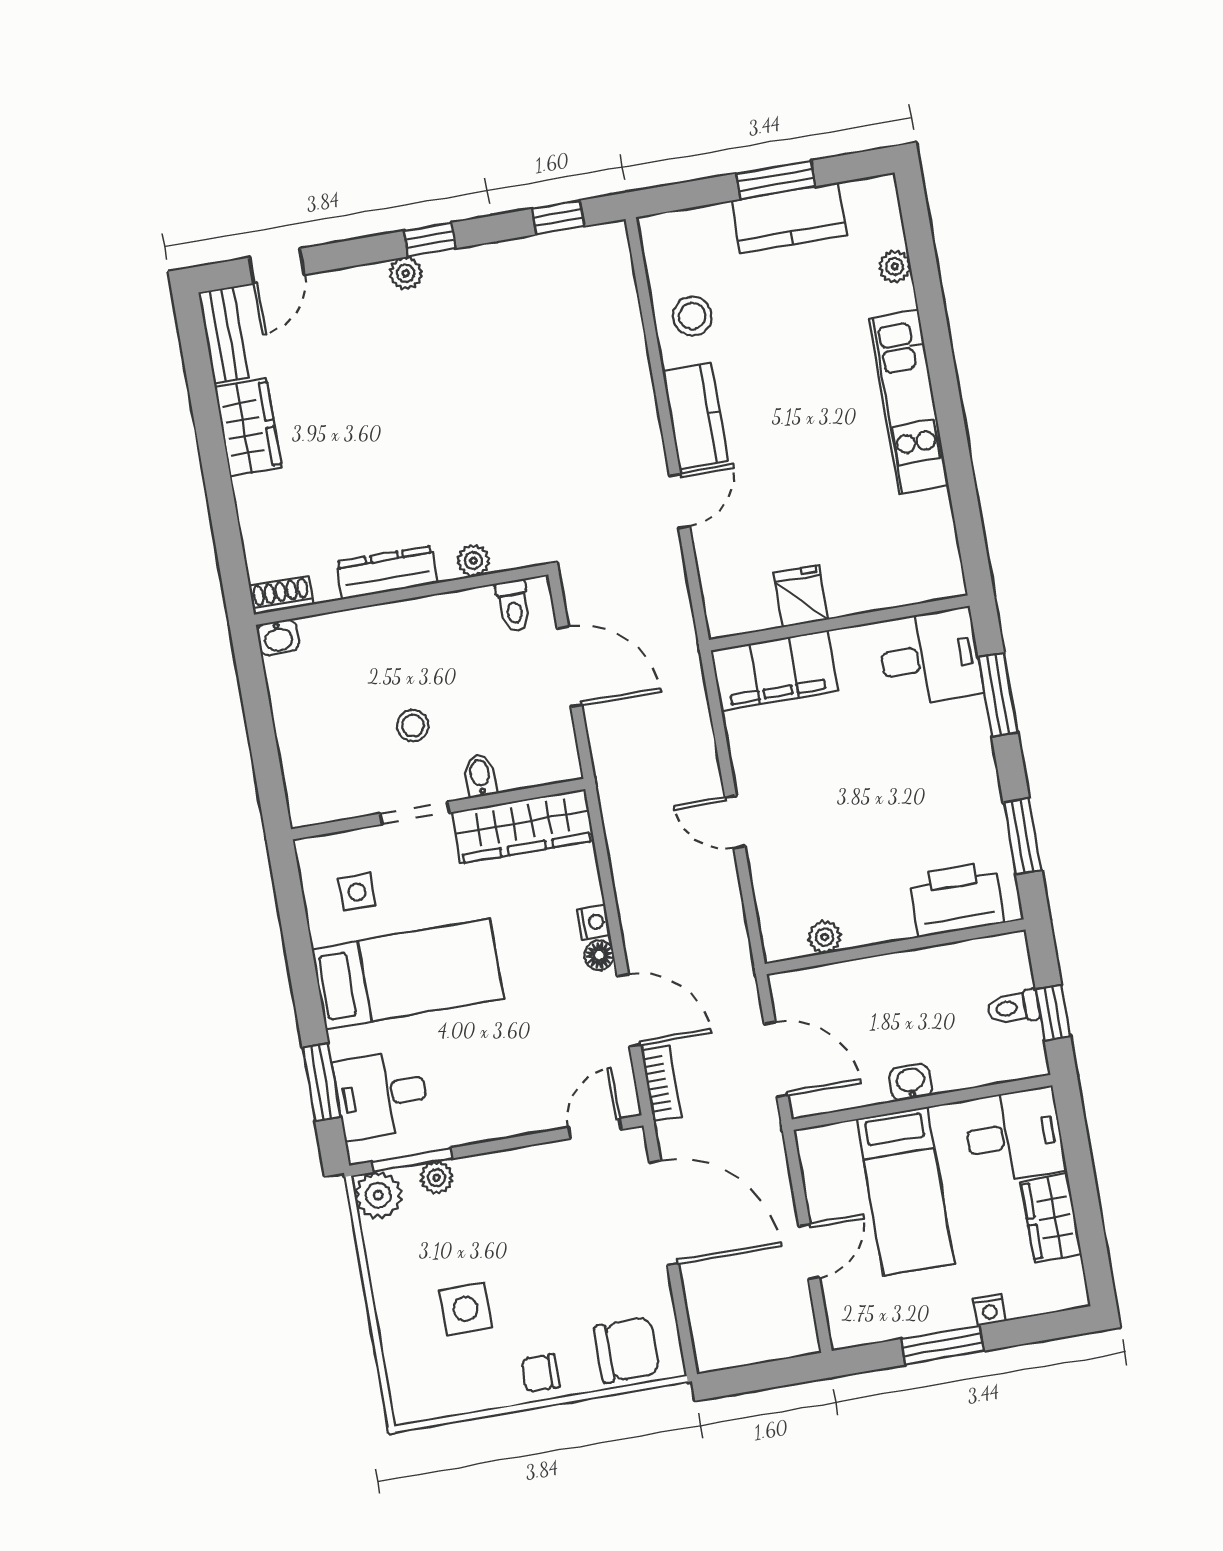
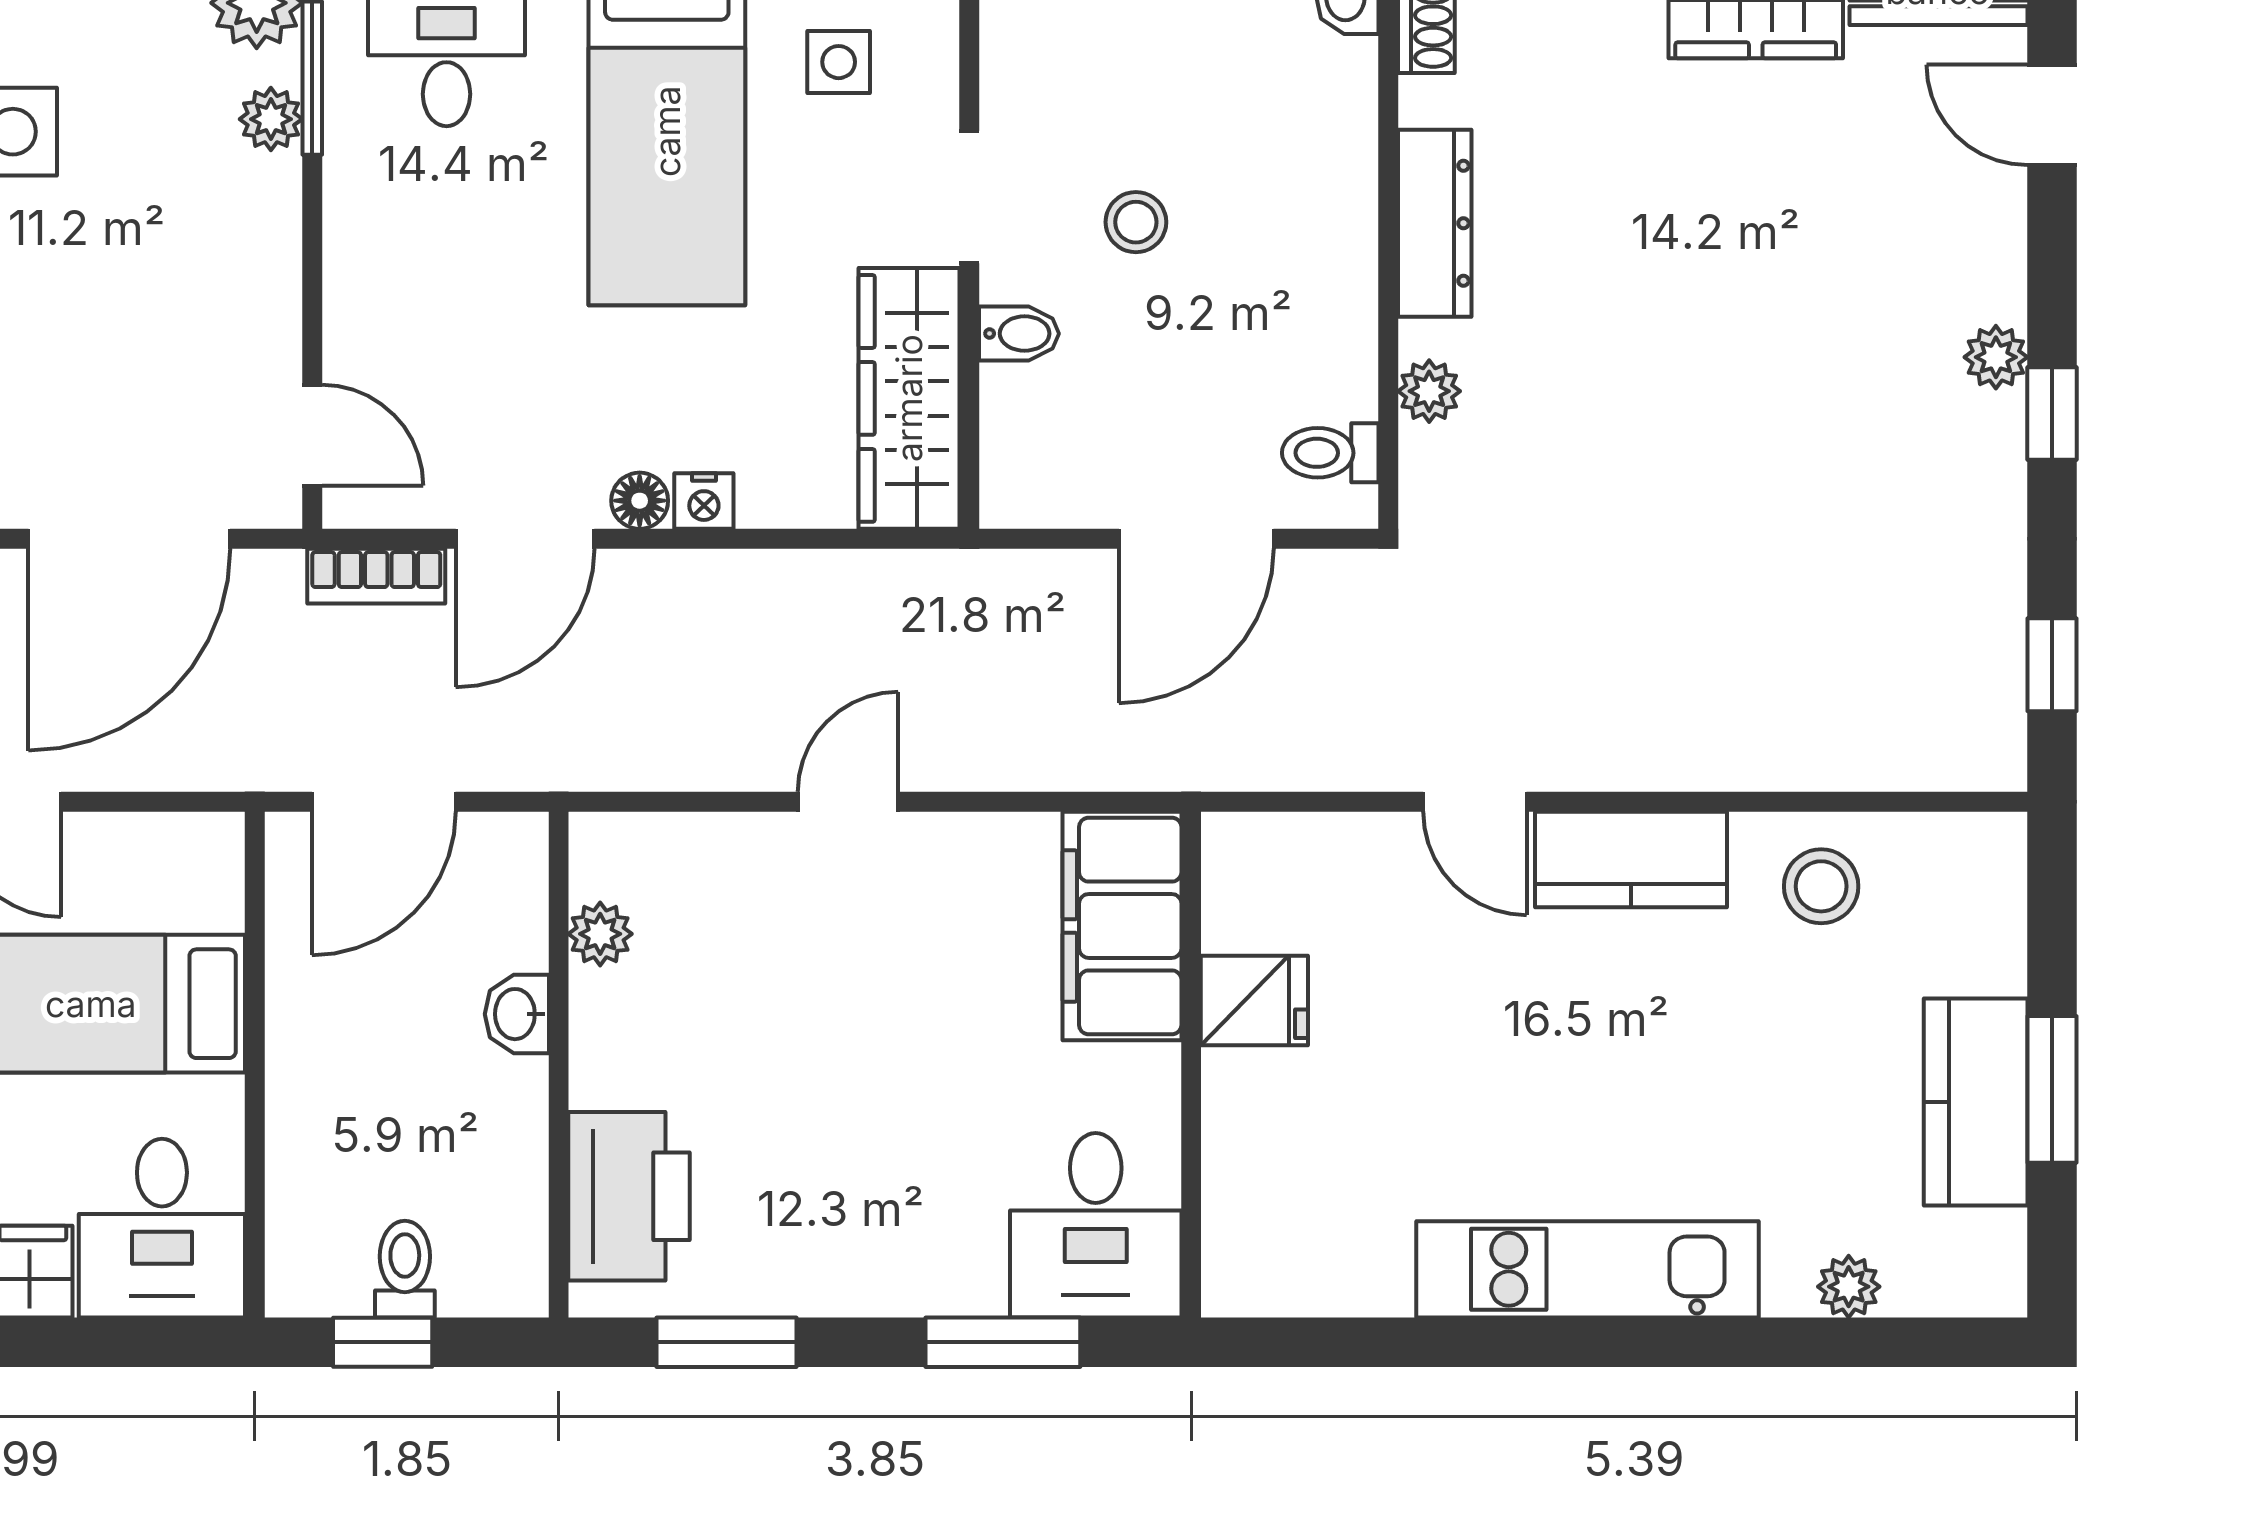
washbasin: (911, 1082) -> (517, 1014), moved, turned 180

